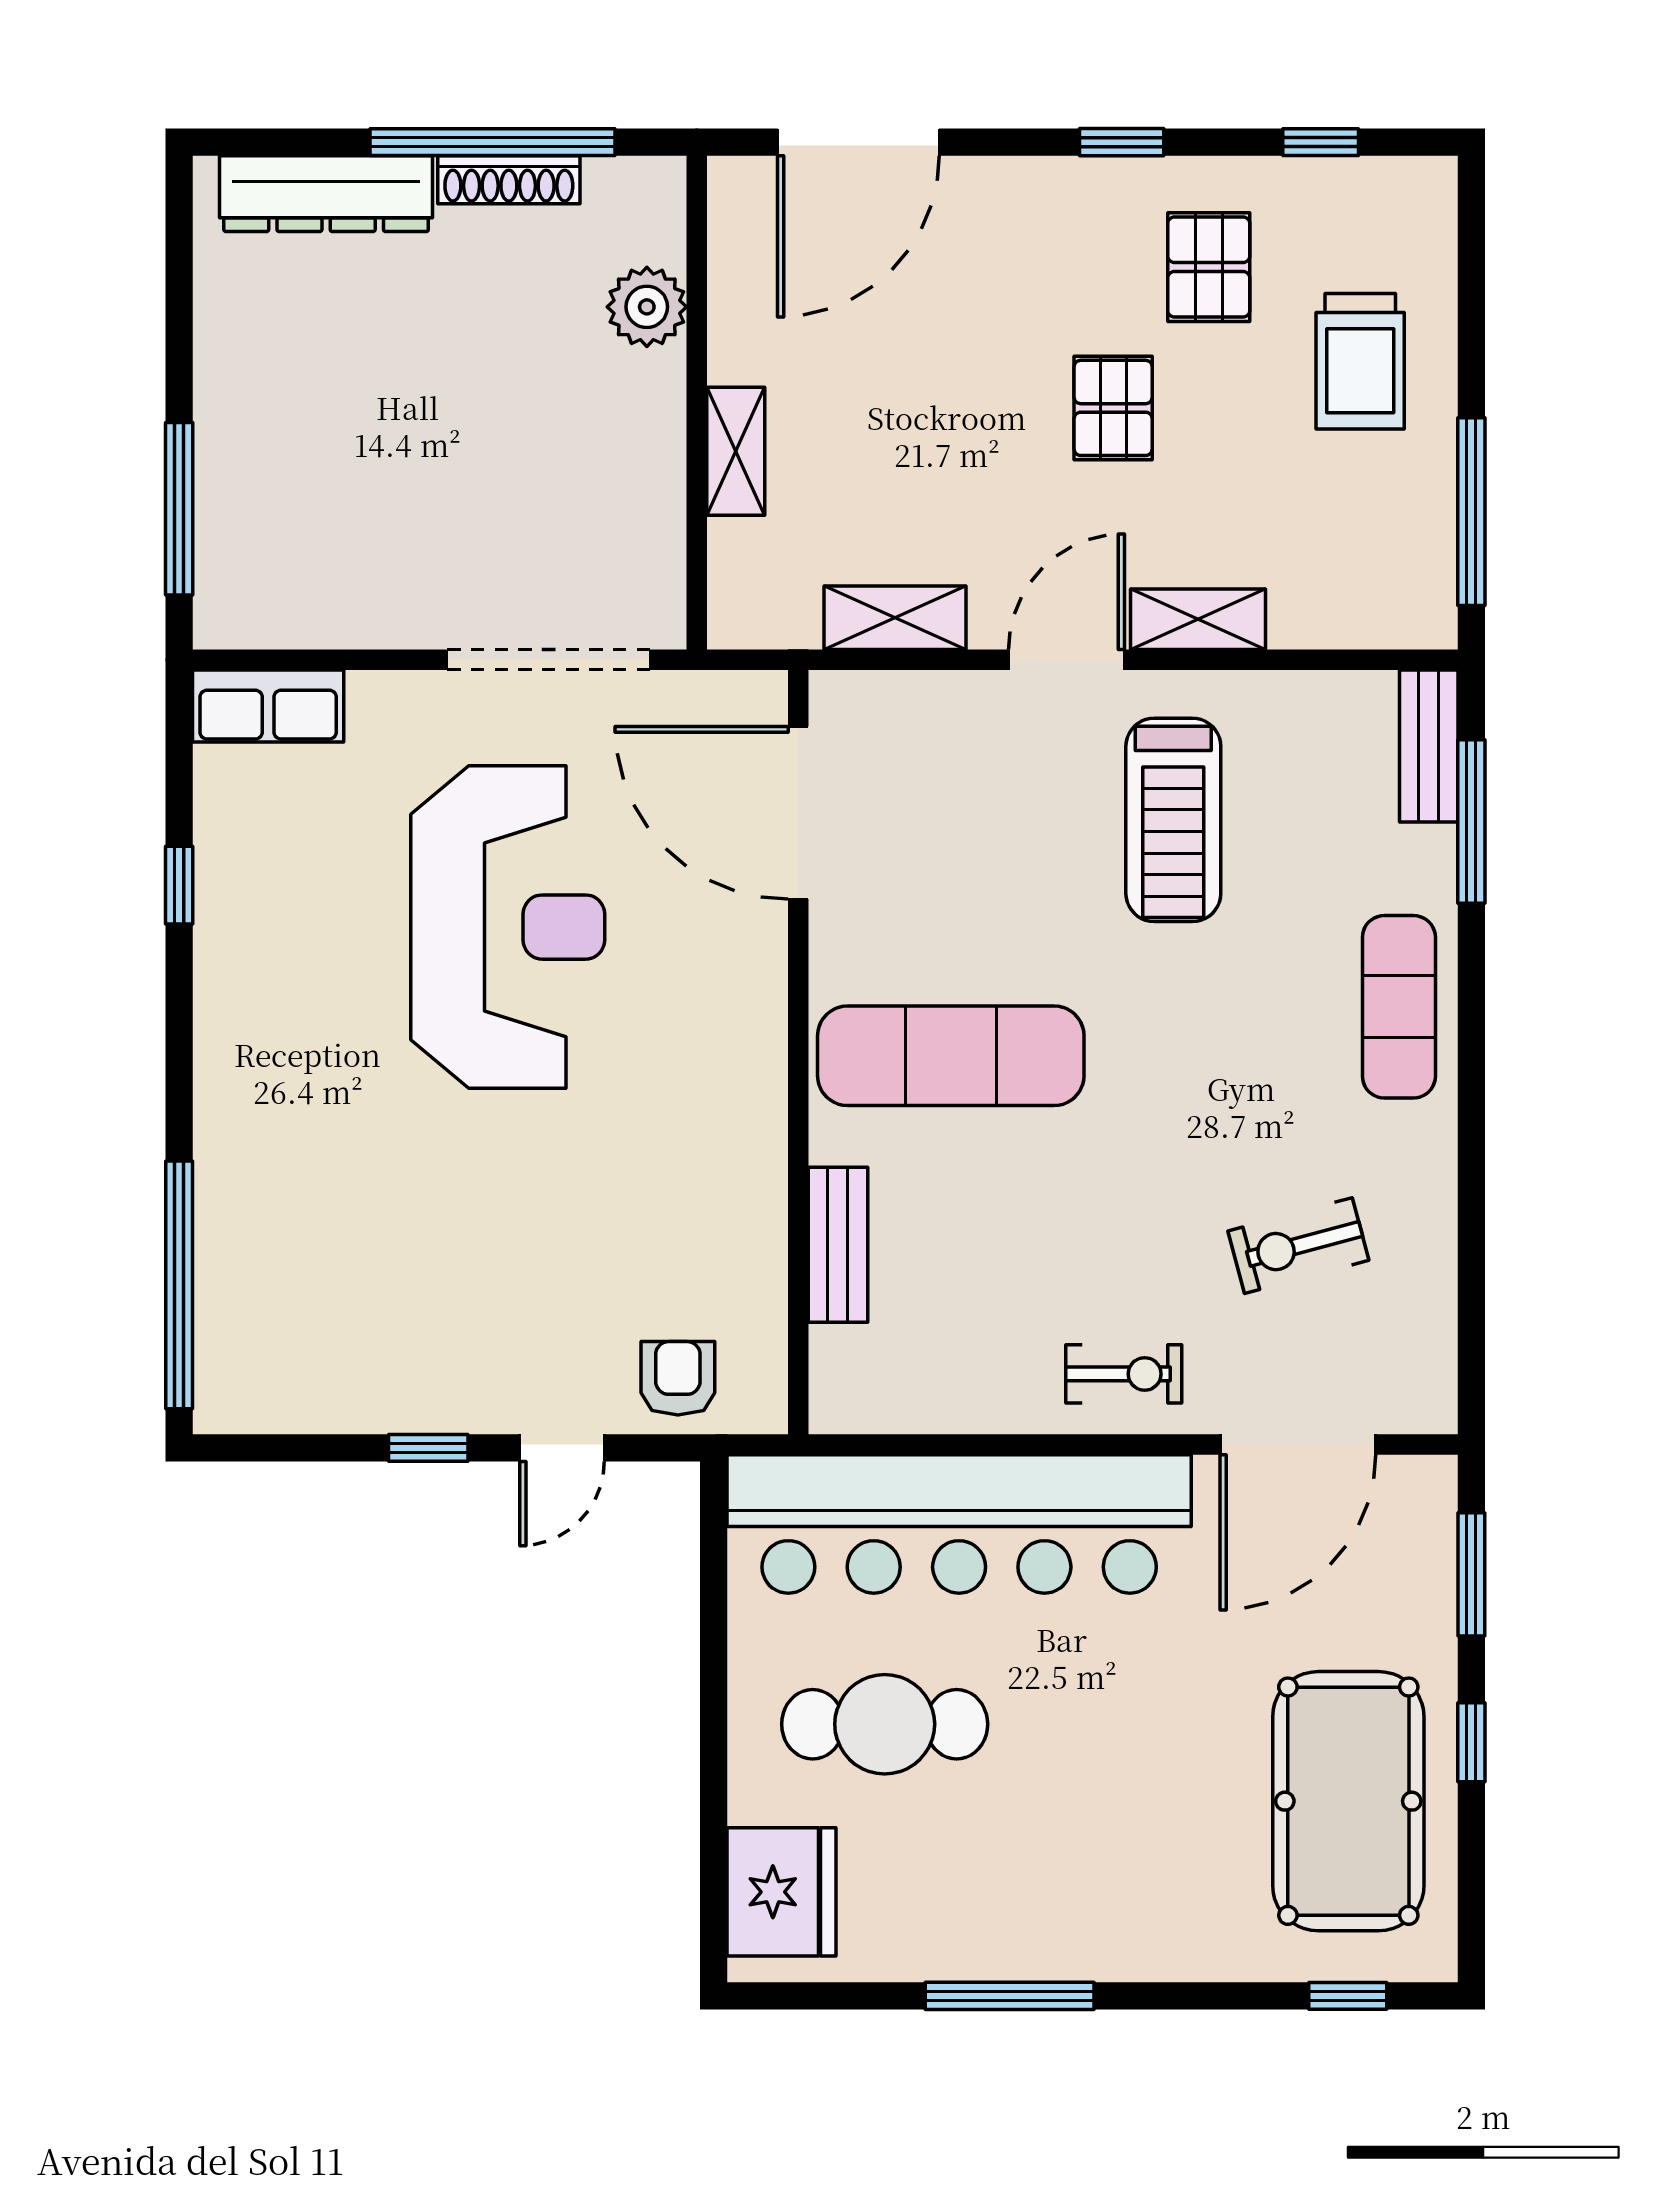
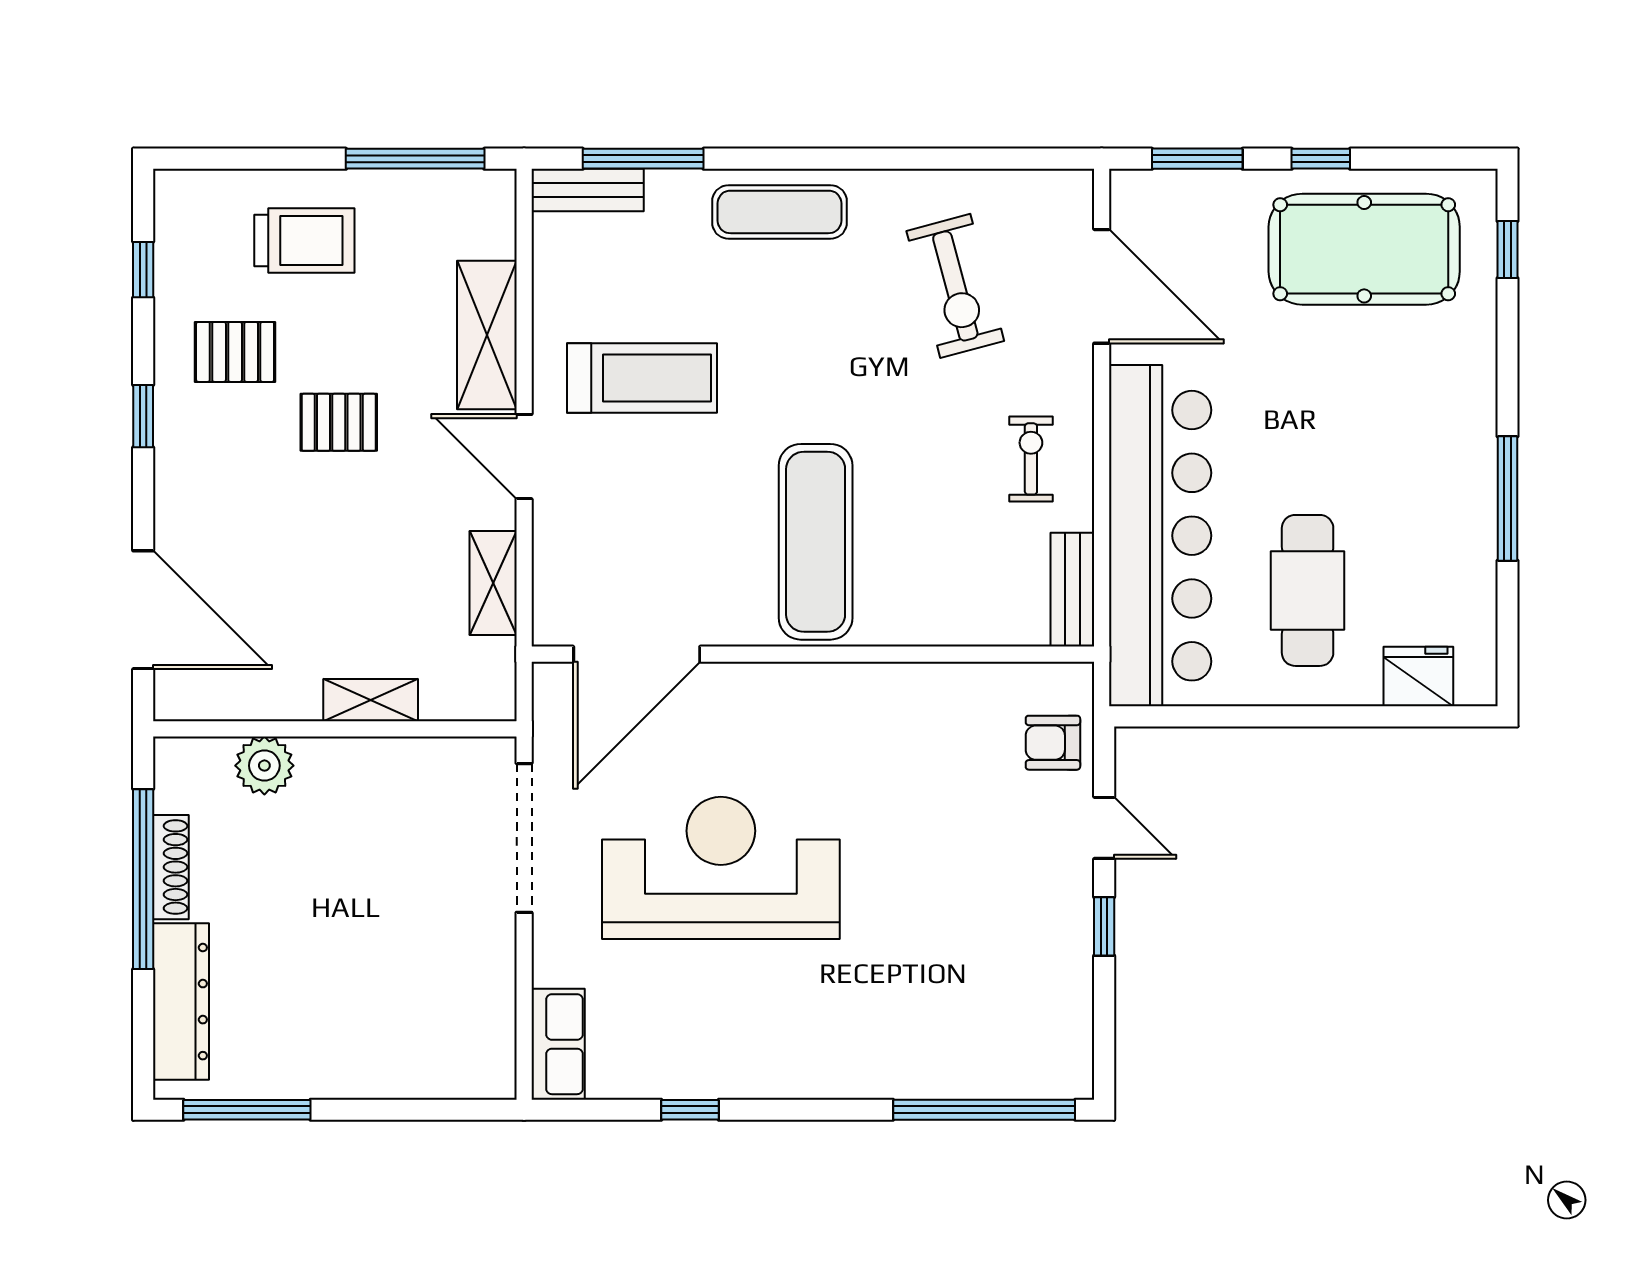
window: (179, 509) -> (247, 1110), moved
shelving: (1198, 619) -> (487, 335), width x1.50, depth x1.33
bench: (838, 1245) -> (1072, 590), moved, turned 90
exercise bike: (1298, 1246) -> (955, 286), width x1.38, depth x1.39
exercise bike: (1124, 1374) -> (1031, 459), moved
fridge: (782, 1892) -> (1418, 677), width x0.73, depth x0.75

